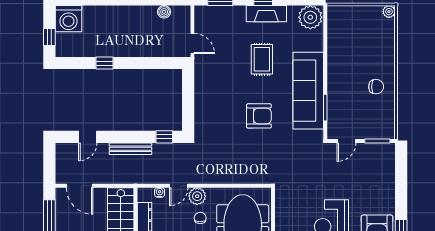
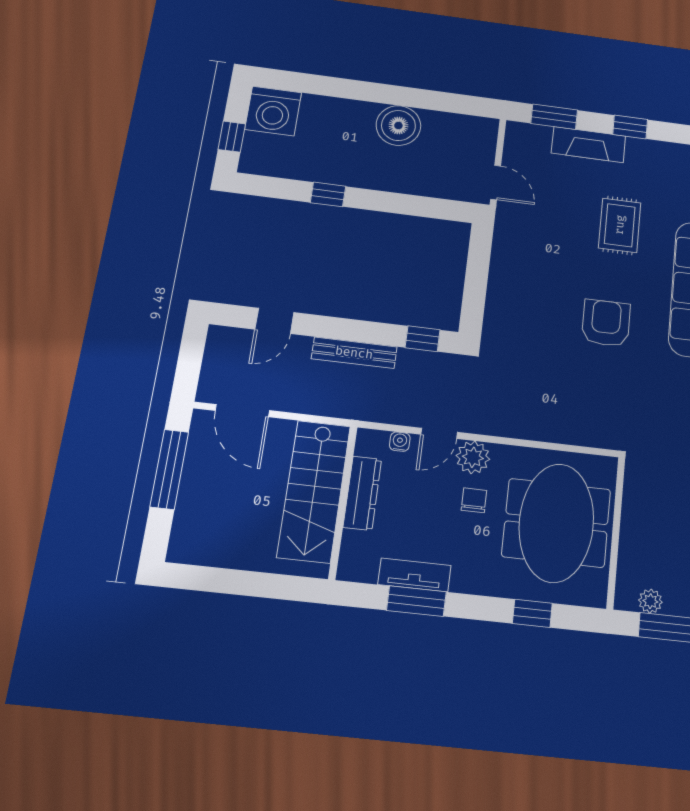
boiler: (164, 12) -> (398, 126), moved, width x1.86, depth x1.86
fireplace: (266, 14) -> (588, 145), moved
armchair: (259, 116) -> (606, 323), turned -90

